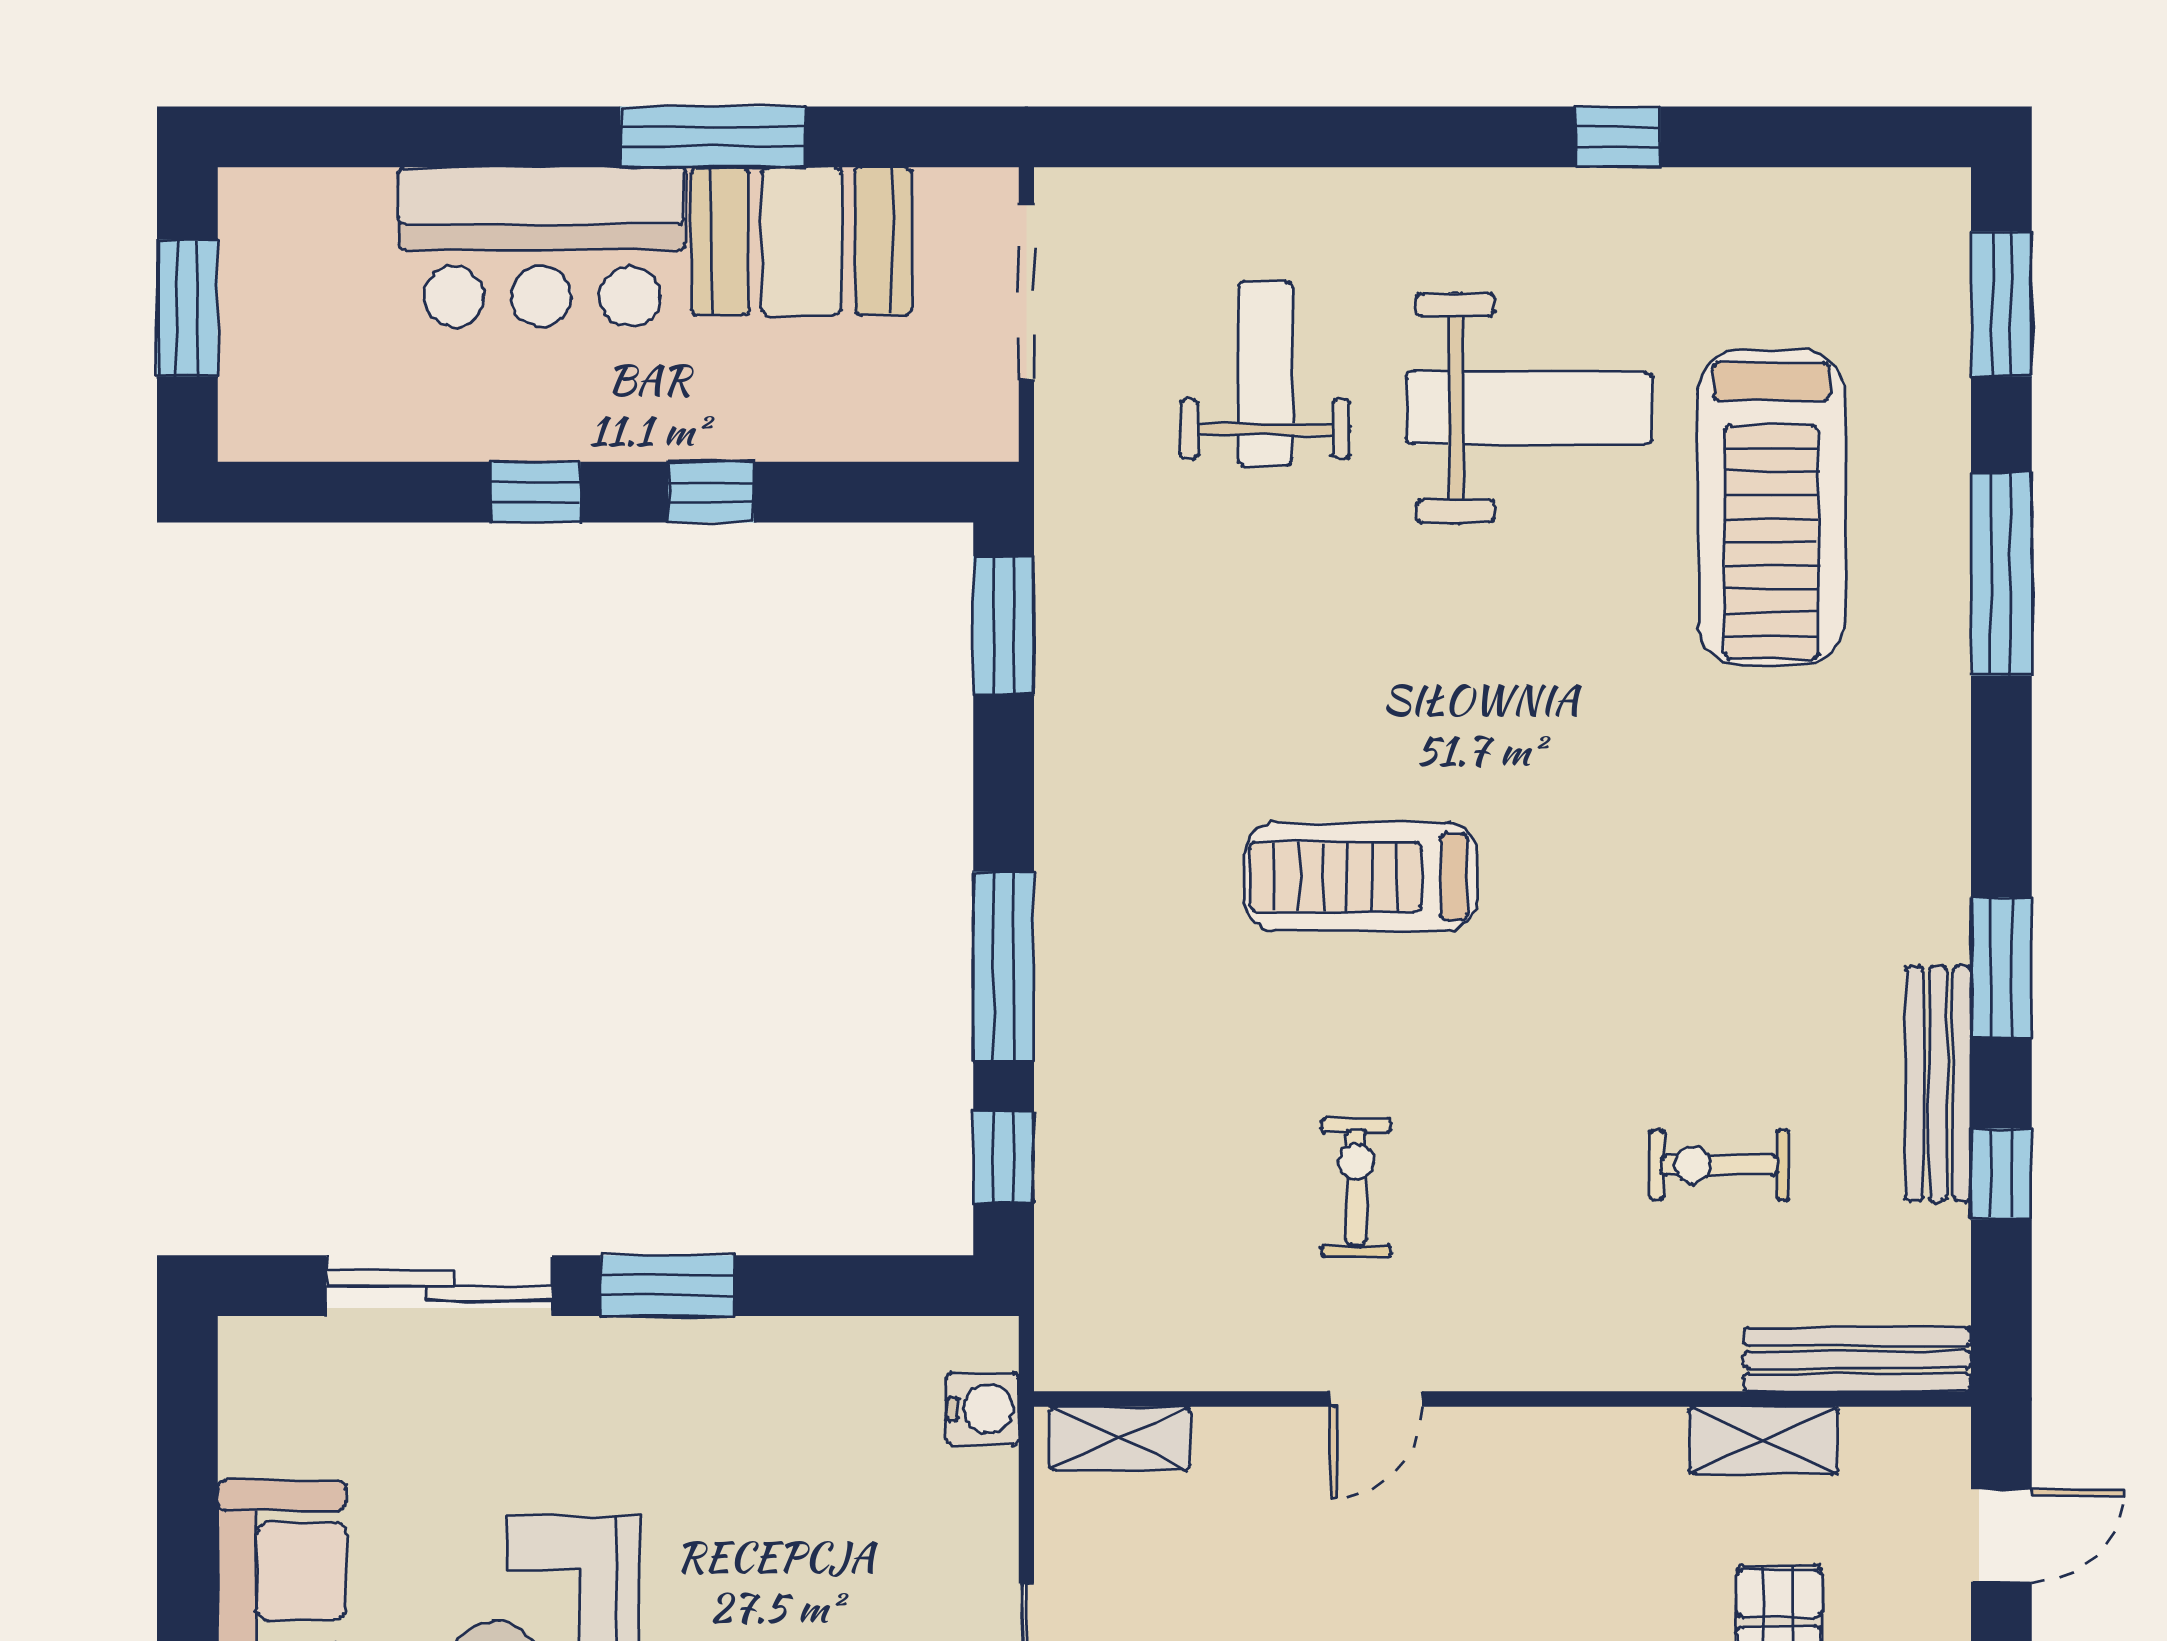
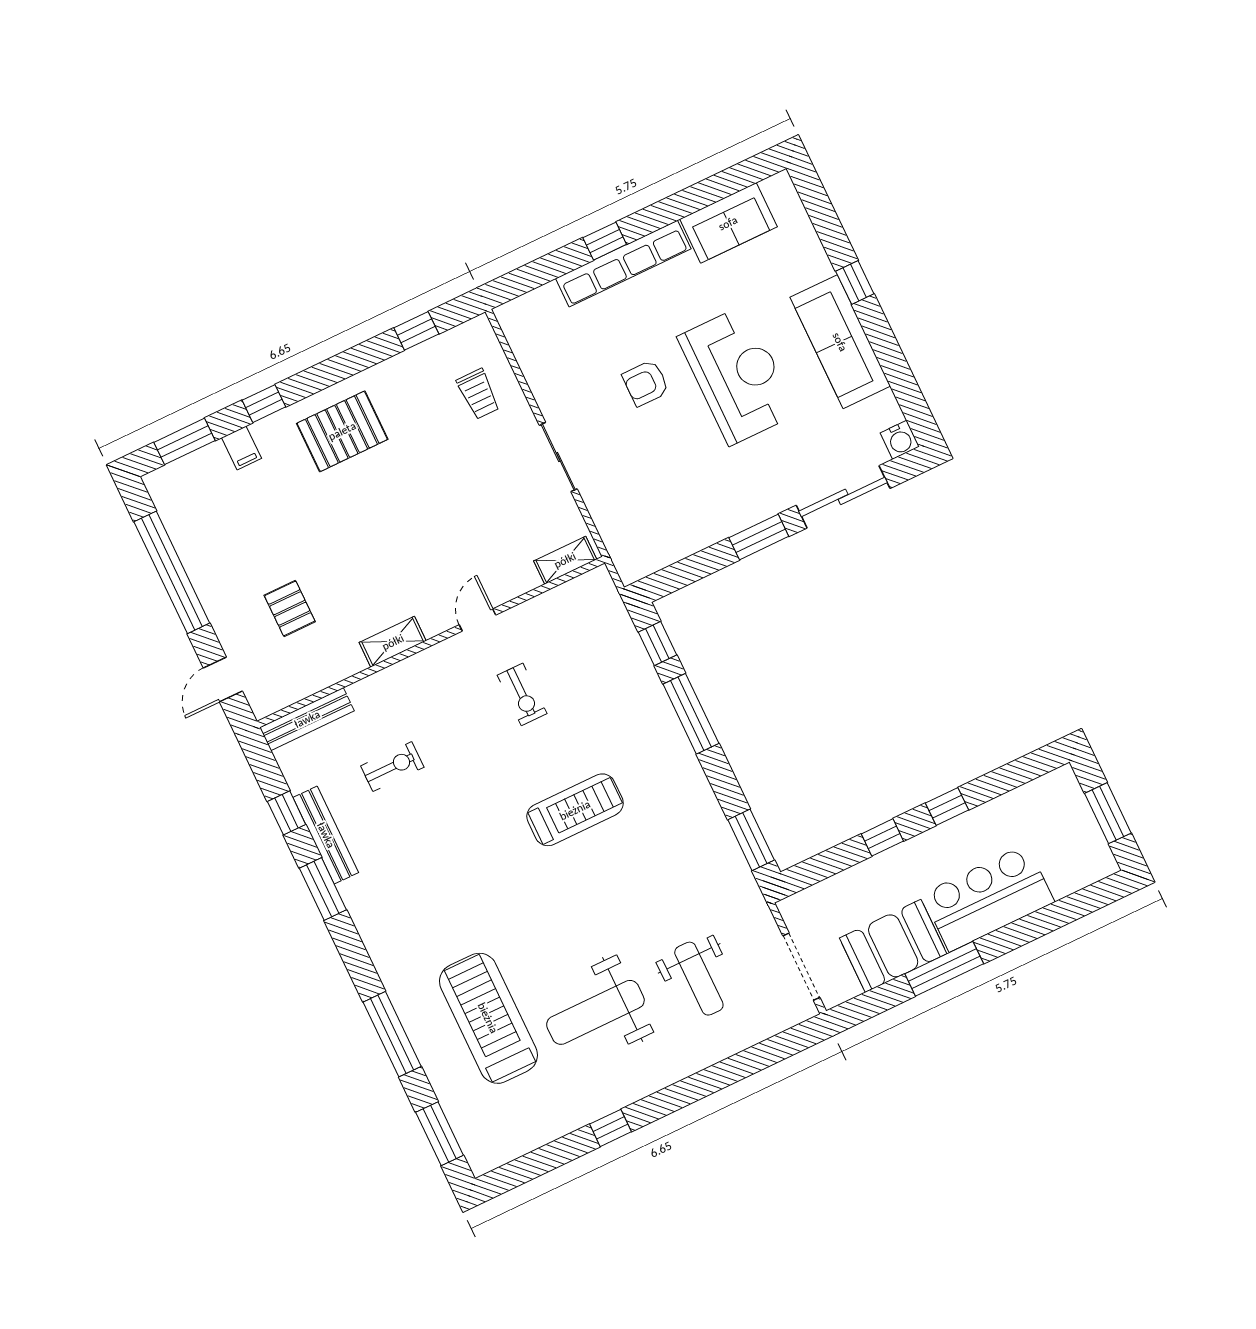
water cooler: (983, 1409) -> (900, 440), moved, turned -90
shelving: (1763, 1440) -> (393, 642), moved

